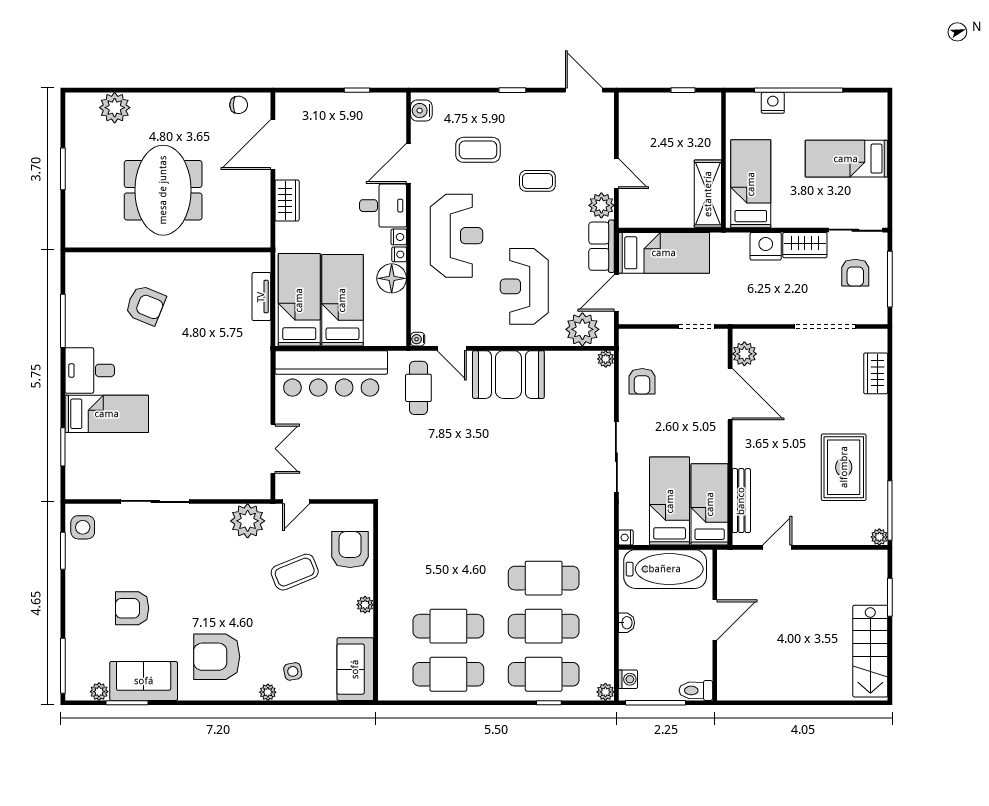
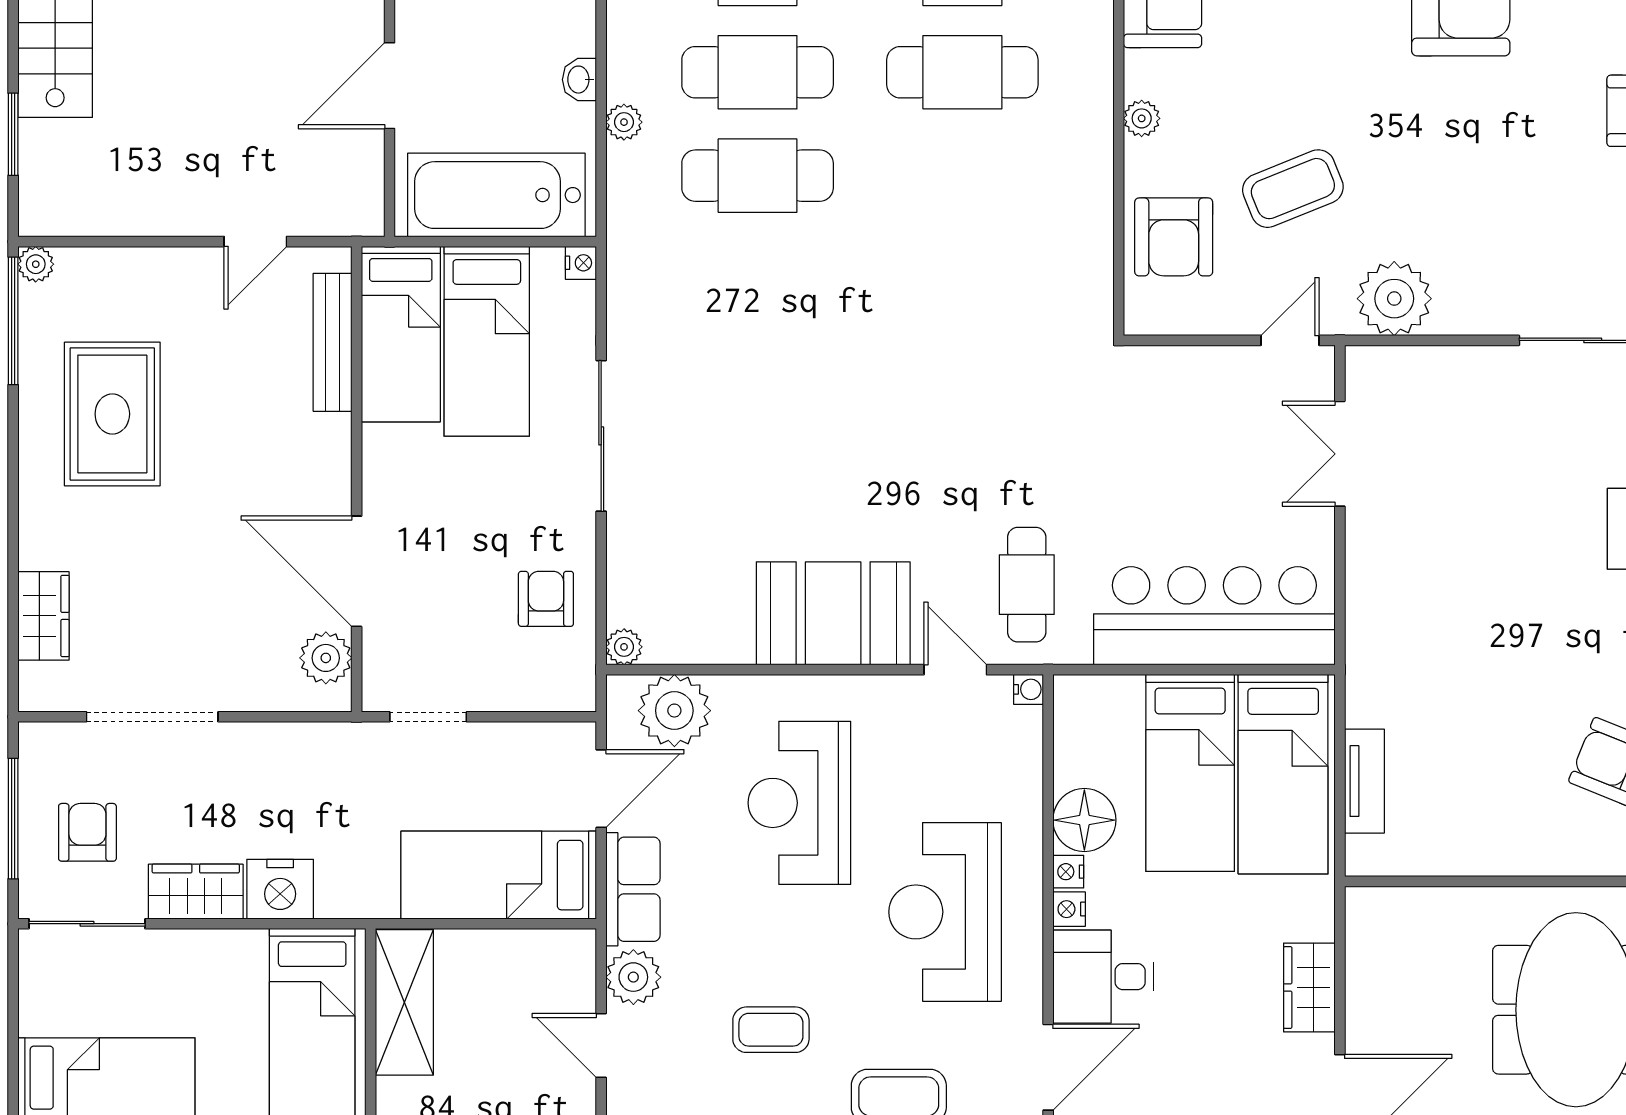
reception desk: (524, 286) -> (799, 803), turned 180
plant: (606, 603) -> (624, 122), added

